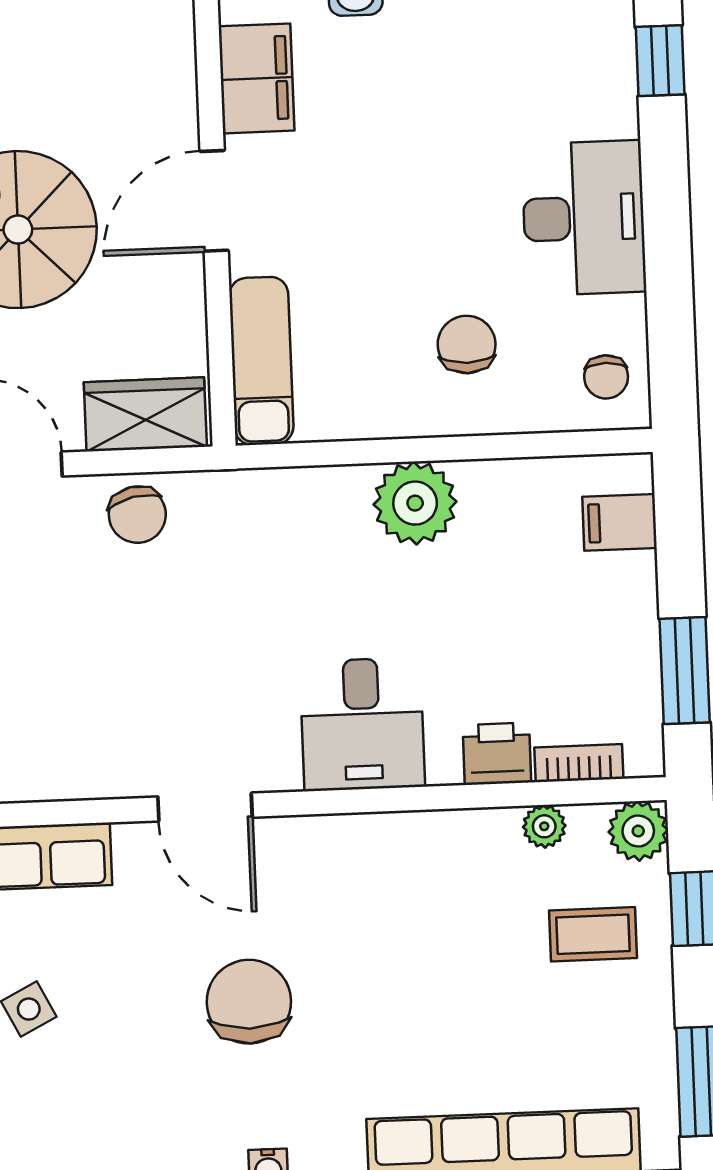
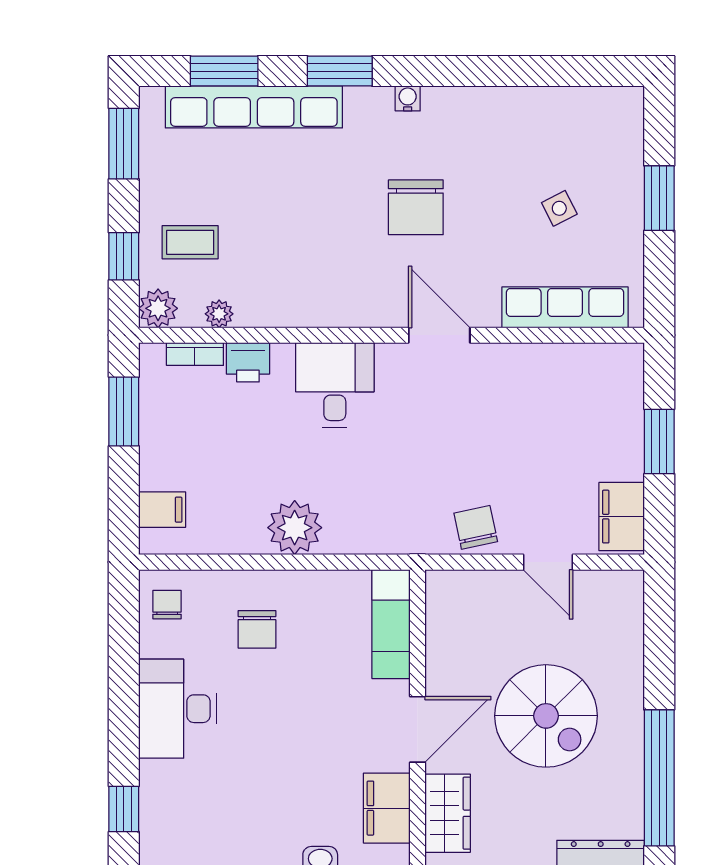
wardrobe: (145, 414) -> (448, 813), moved, turned -90

